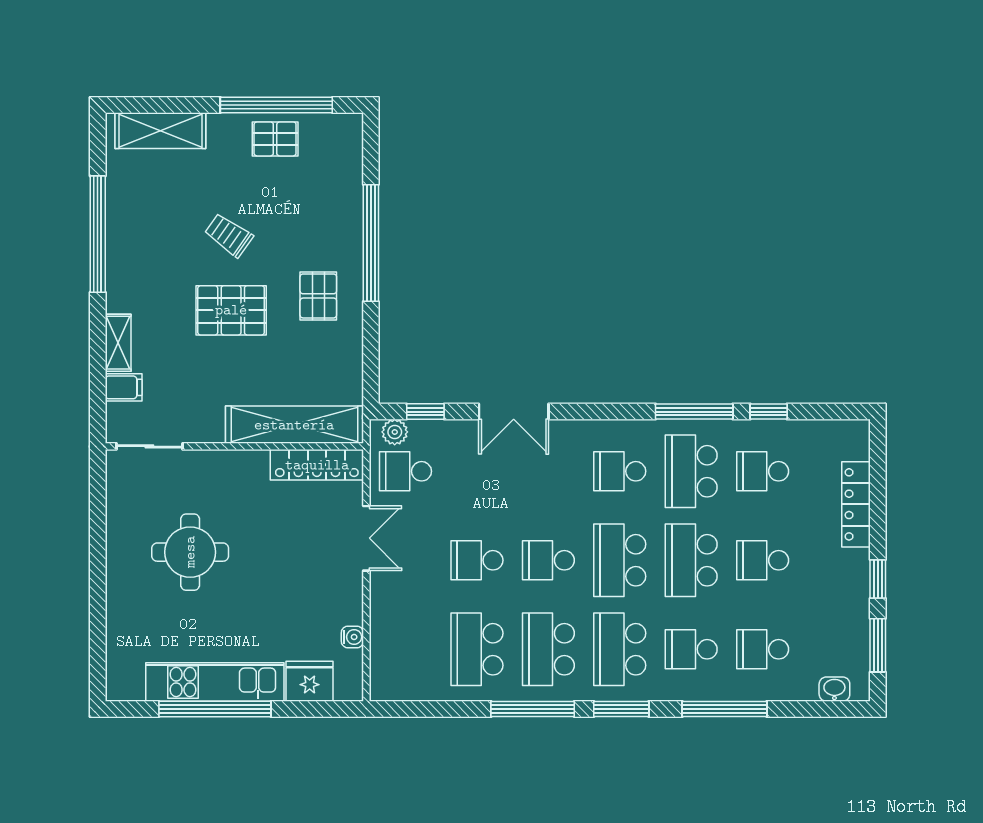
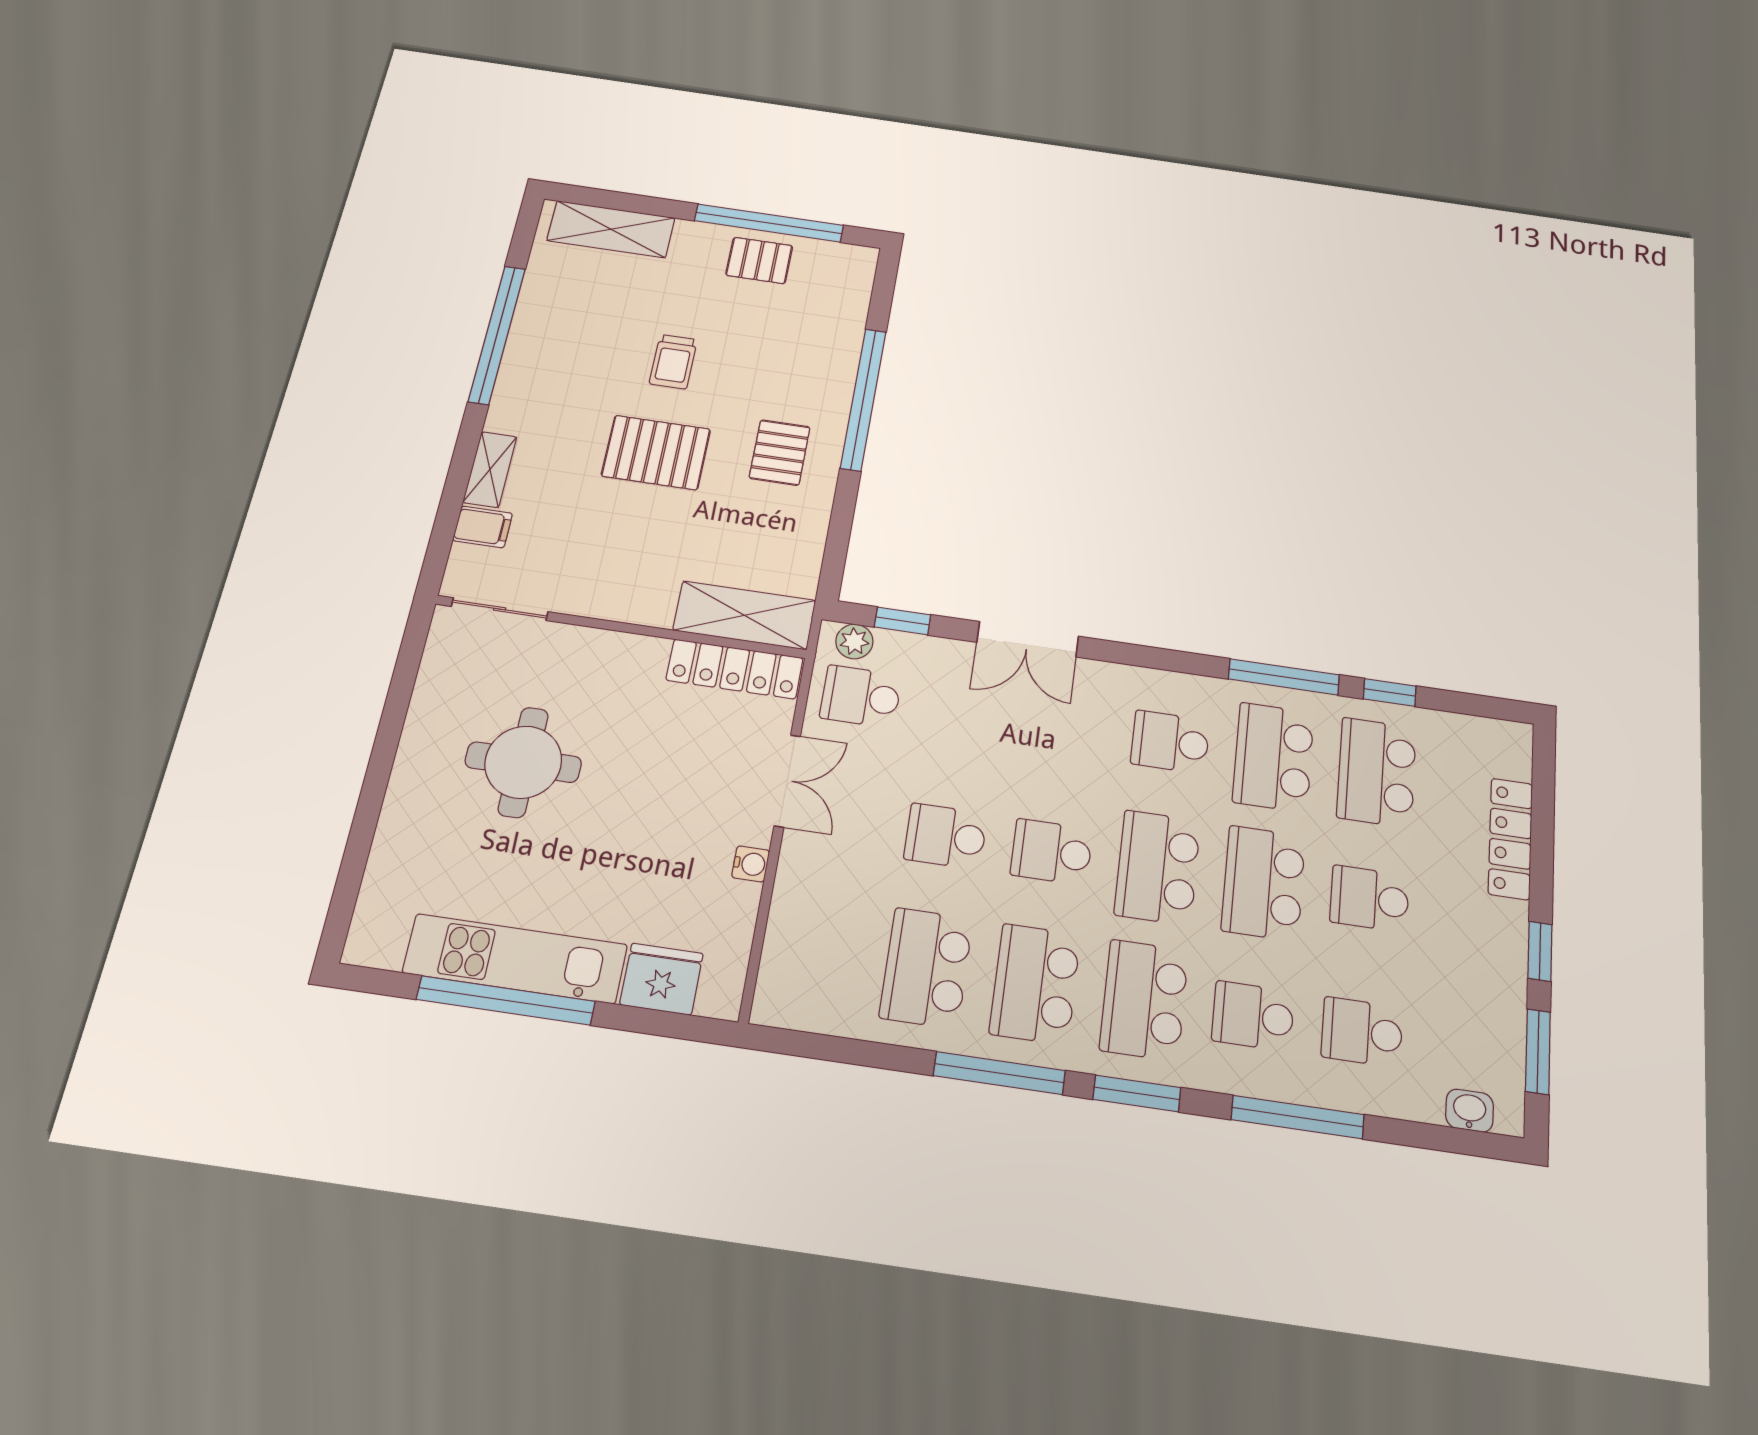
trolley: (229, 235) -> (673, 362), turned -125
shelving: (294, 425) -> (744, 615), width x0.68
school desk: (763, 471) -> (1377, 772), width x1.85
water cooler: (352, 637) -> (751, 864), moved

